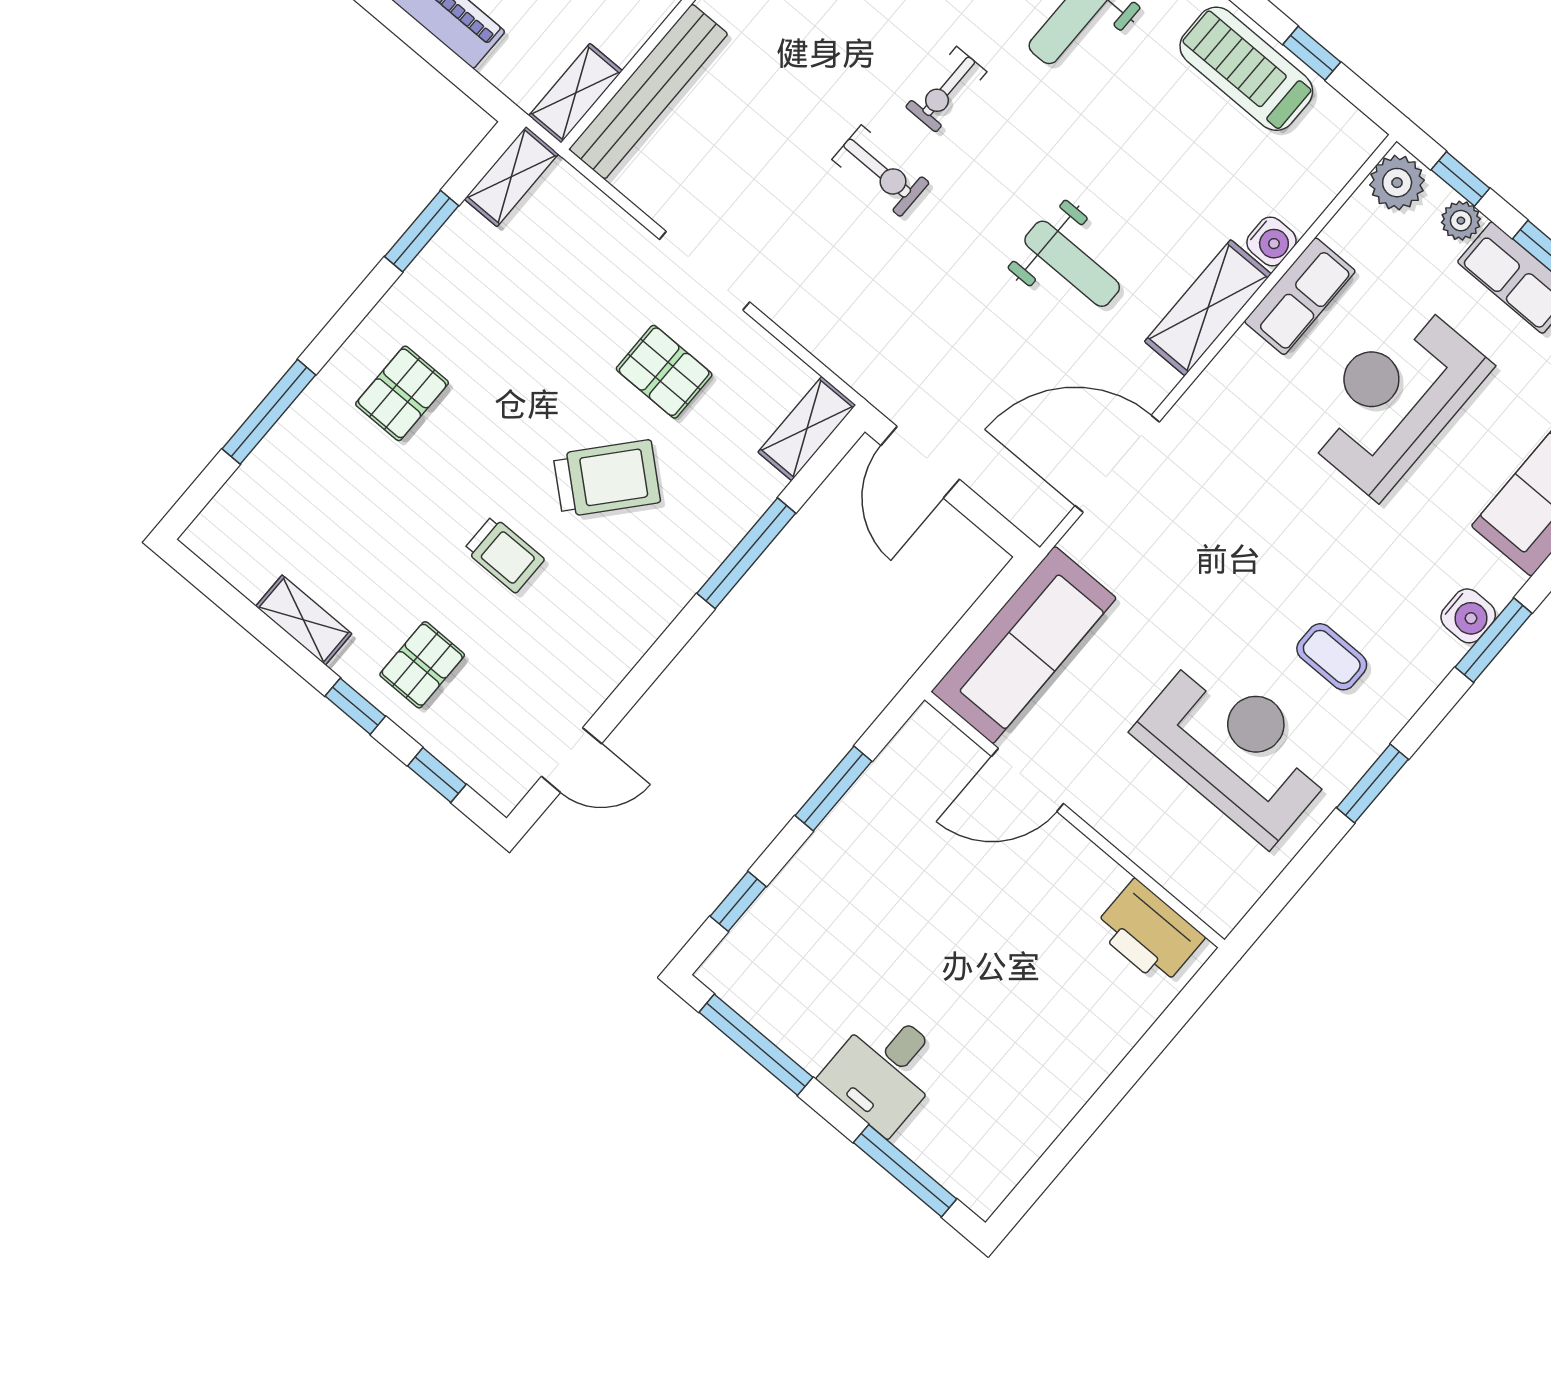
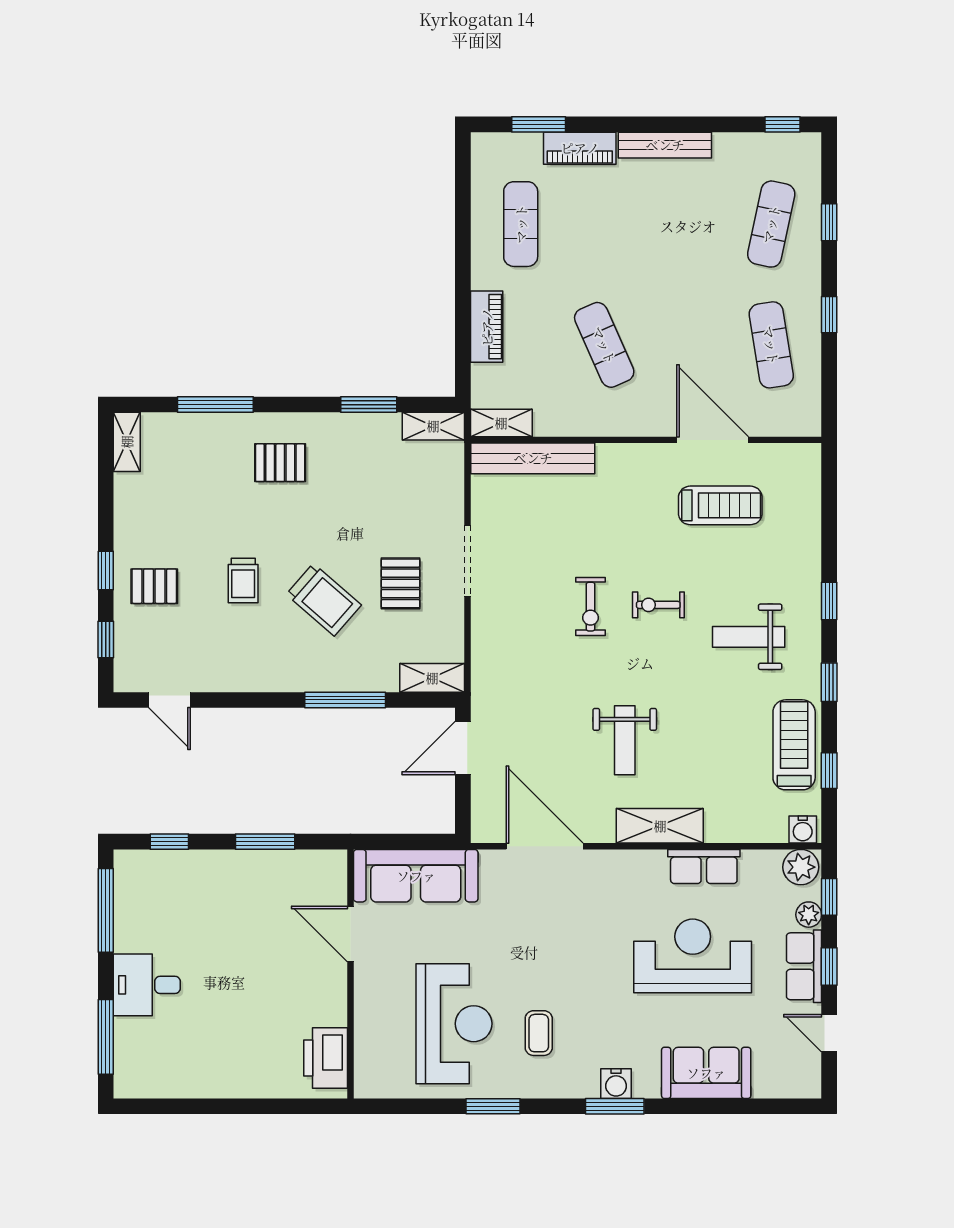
water cooler: (1271, 241) -> (803, 830), moved
shelving: (304, 620) -> (127, 442), moved

